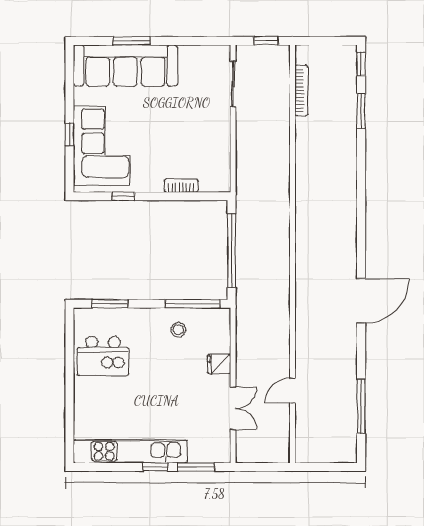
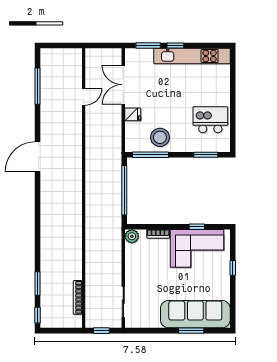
corner sofa: (102, 146) -> (197, 248), moved, turned -90
plant: (220, 182) -> (132, 236), added
stool: (178, 330) -> (160, 137), width x1.89, depth x1.89
double door: (233, 408) -> (123, 85), width x1.37

